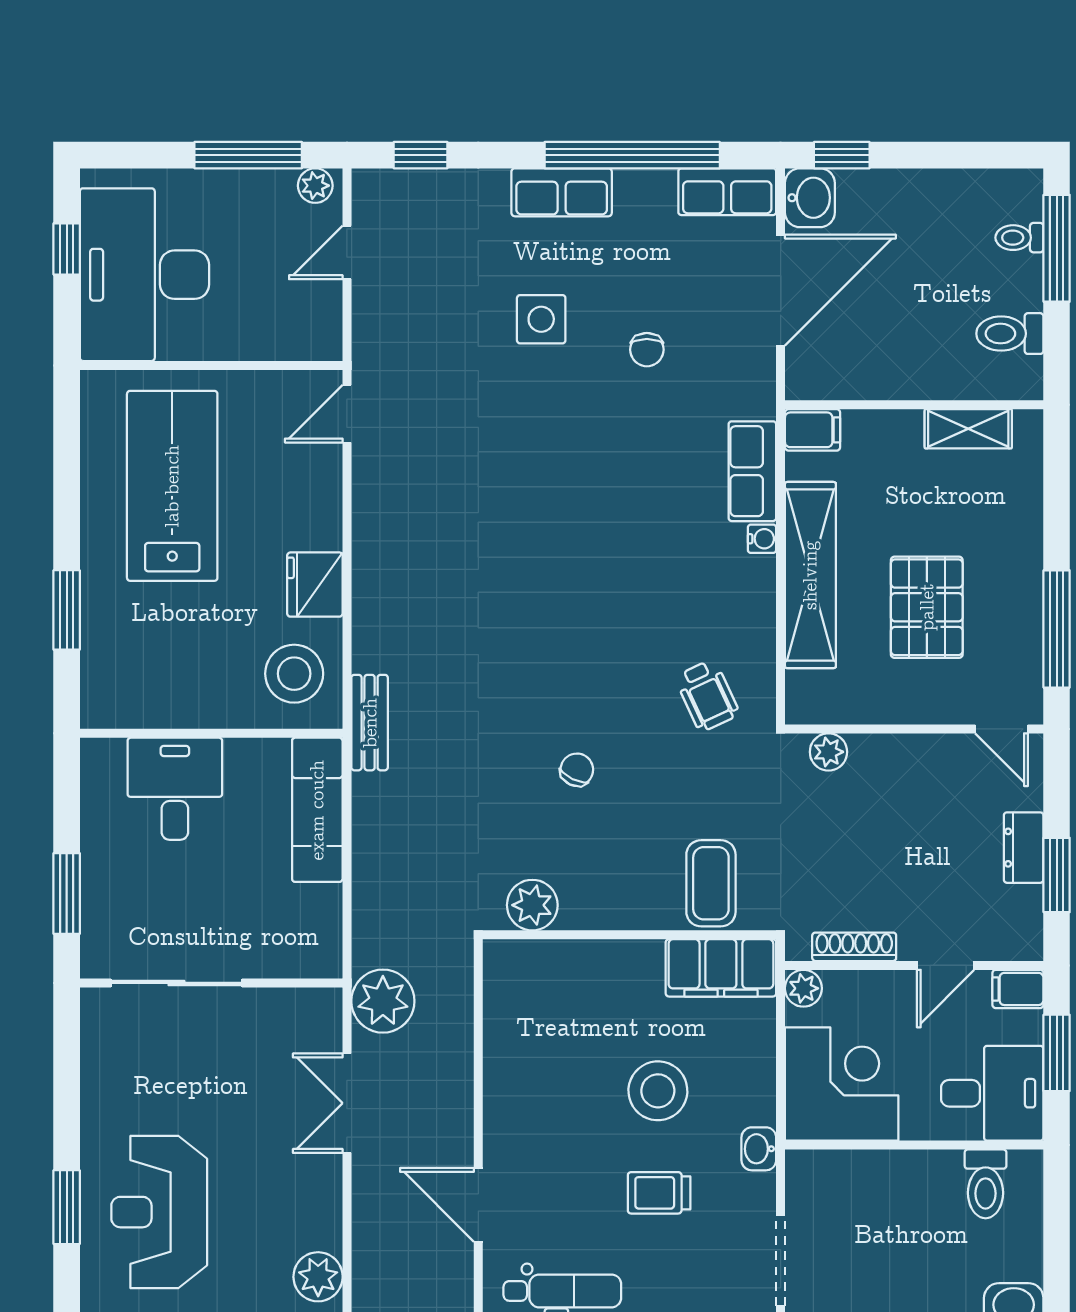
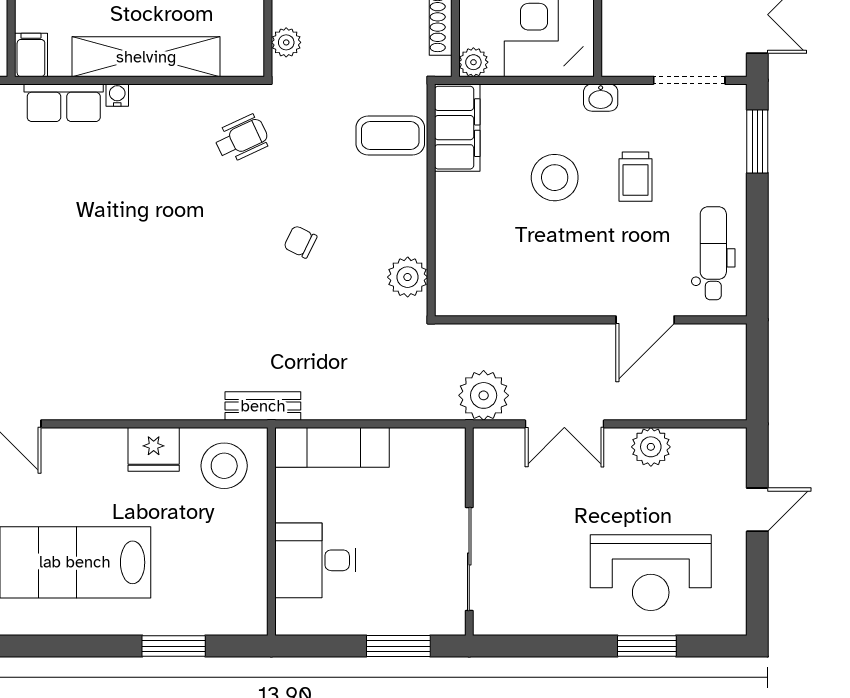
plant: (318, 1277) -> (651, 447), moved

